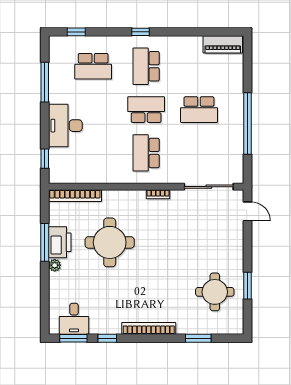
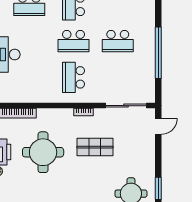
school desk: (146, 110) -> (74, 41), turned 180
door: (247, 211) -> (158, 126), hinge flipped
shop shelf: (172, 236) -> (95, 147), added

